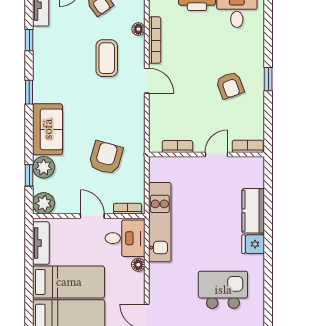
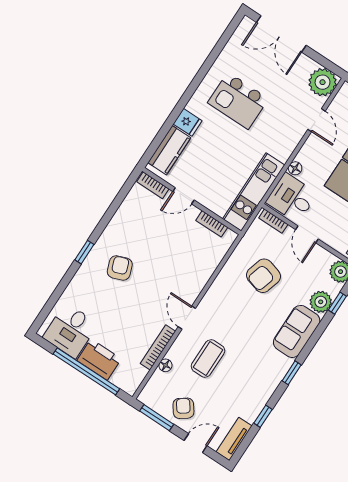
bookcase: (177, 146) -> (212, 224), moved
bookcase: (248, 146) -> (153, 185), moved
wall: (207, 154) -> (192, 201), moved
door: (216, 154) -> (183, 196), moved

